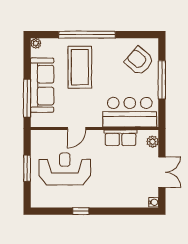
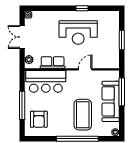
armchair: (139, 61) -> (39, 119), turned 49
reception desk: (65, 169) -> (78, 33), moved

